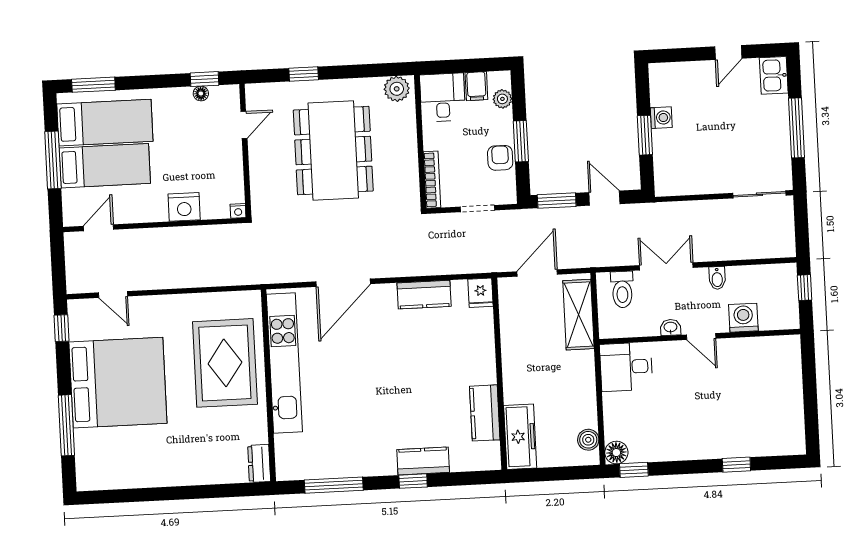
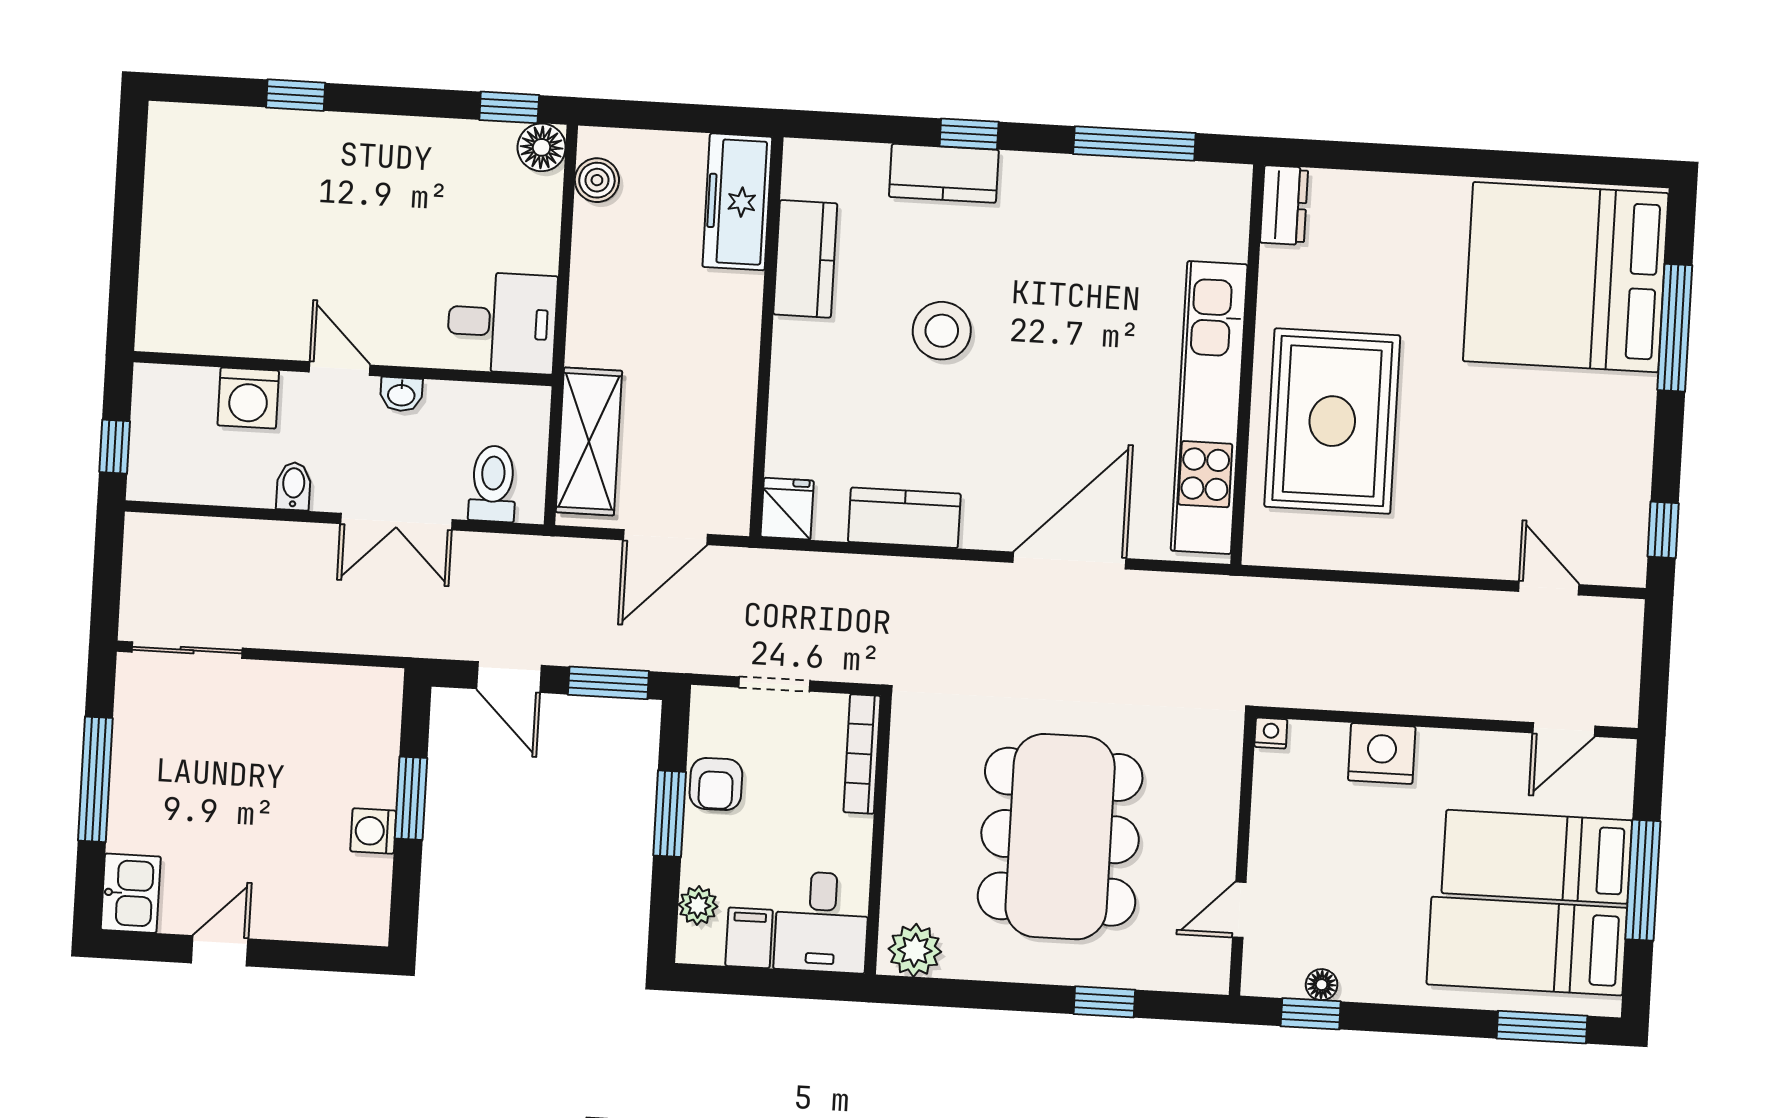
bed: (118, 383) -> (1566, 277), moved
stool: (416, 386) -> (942, 331), added

